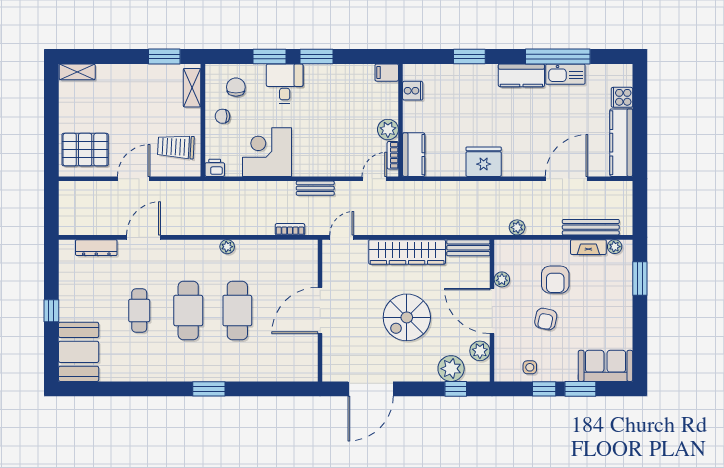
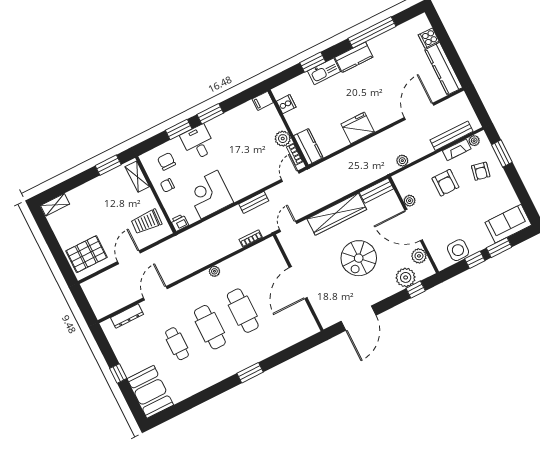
kitchen sink: (565, 74) -> (324, 71), moved
armchair: (546, 319) -> (481, 171), moved
side table: (530, 367) -> (458, 250), width x1.87, depth x1.87

